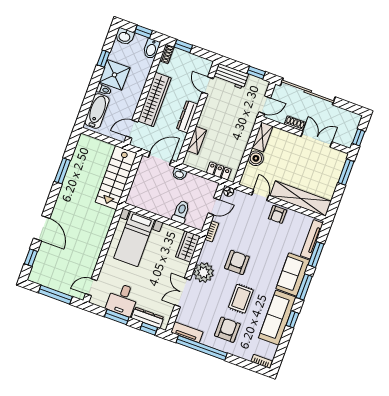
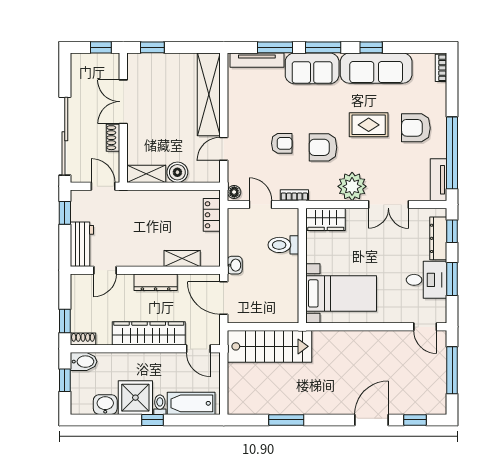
washbasin: (125, 36) -> (105, 405), moved, turned -90
window: (103, 59) -> (153, 420), moved
window: (346, 172) -> (152, 47), width x0.67
armchair: (278, 214) -> (282, 143), moved

